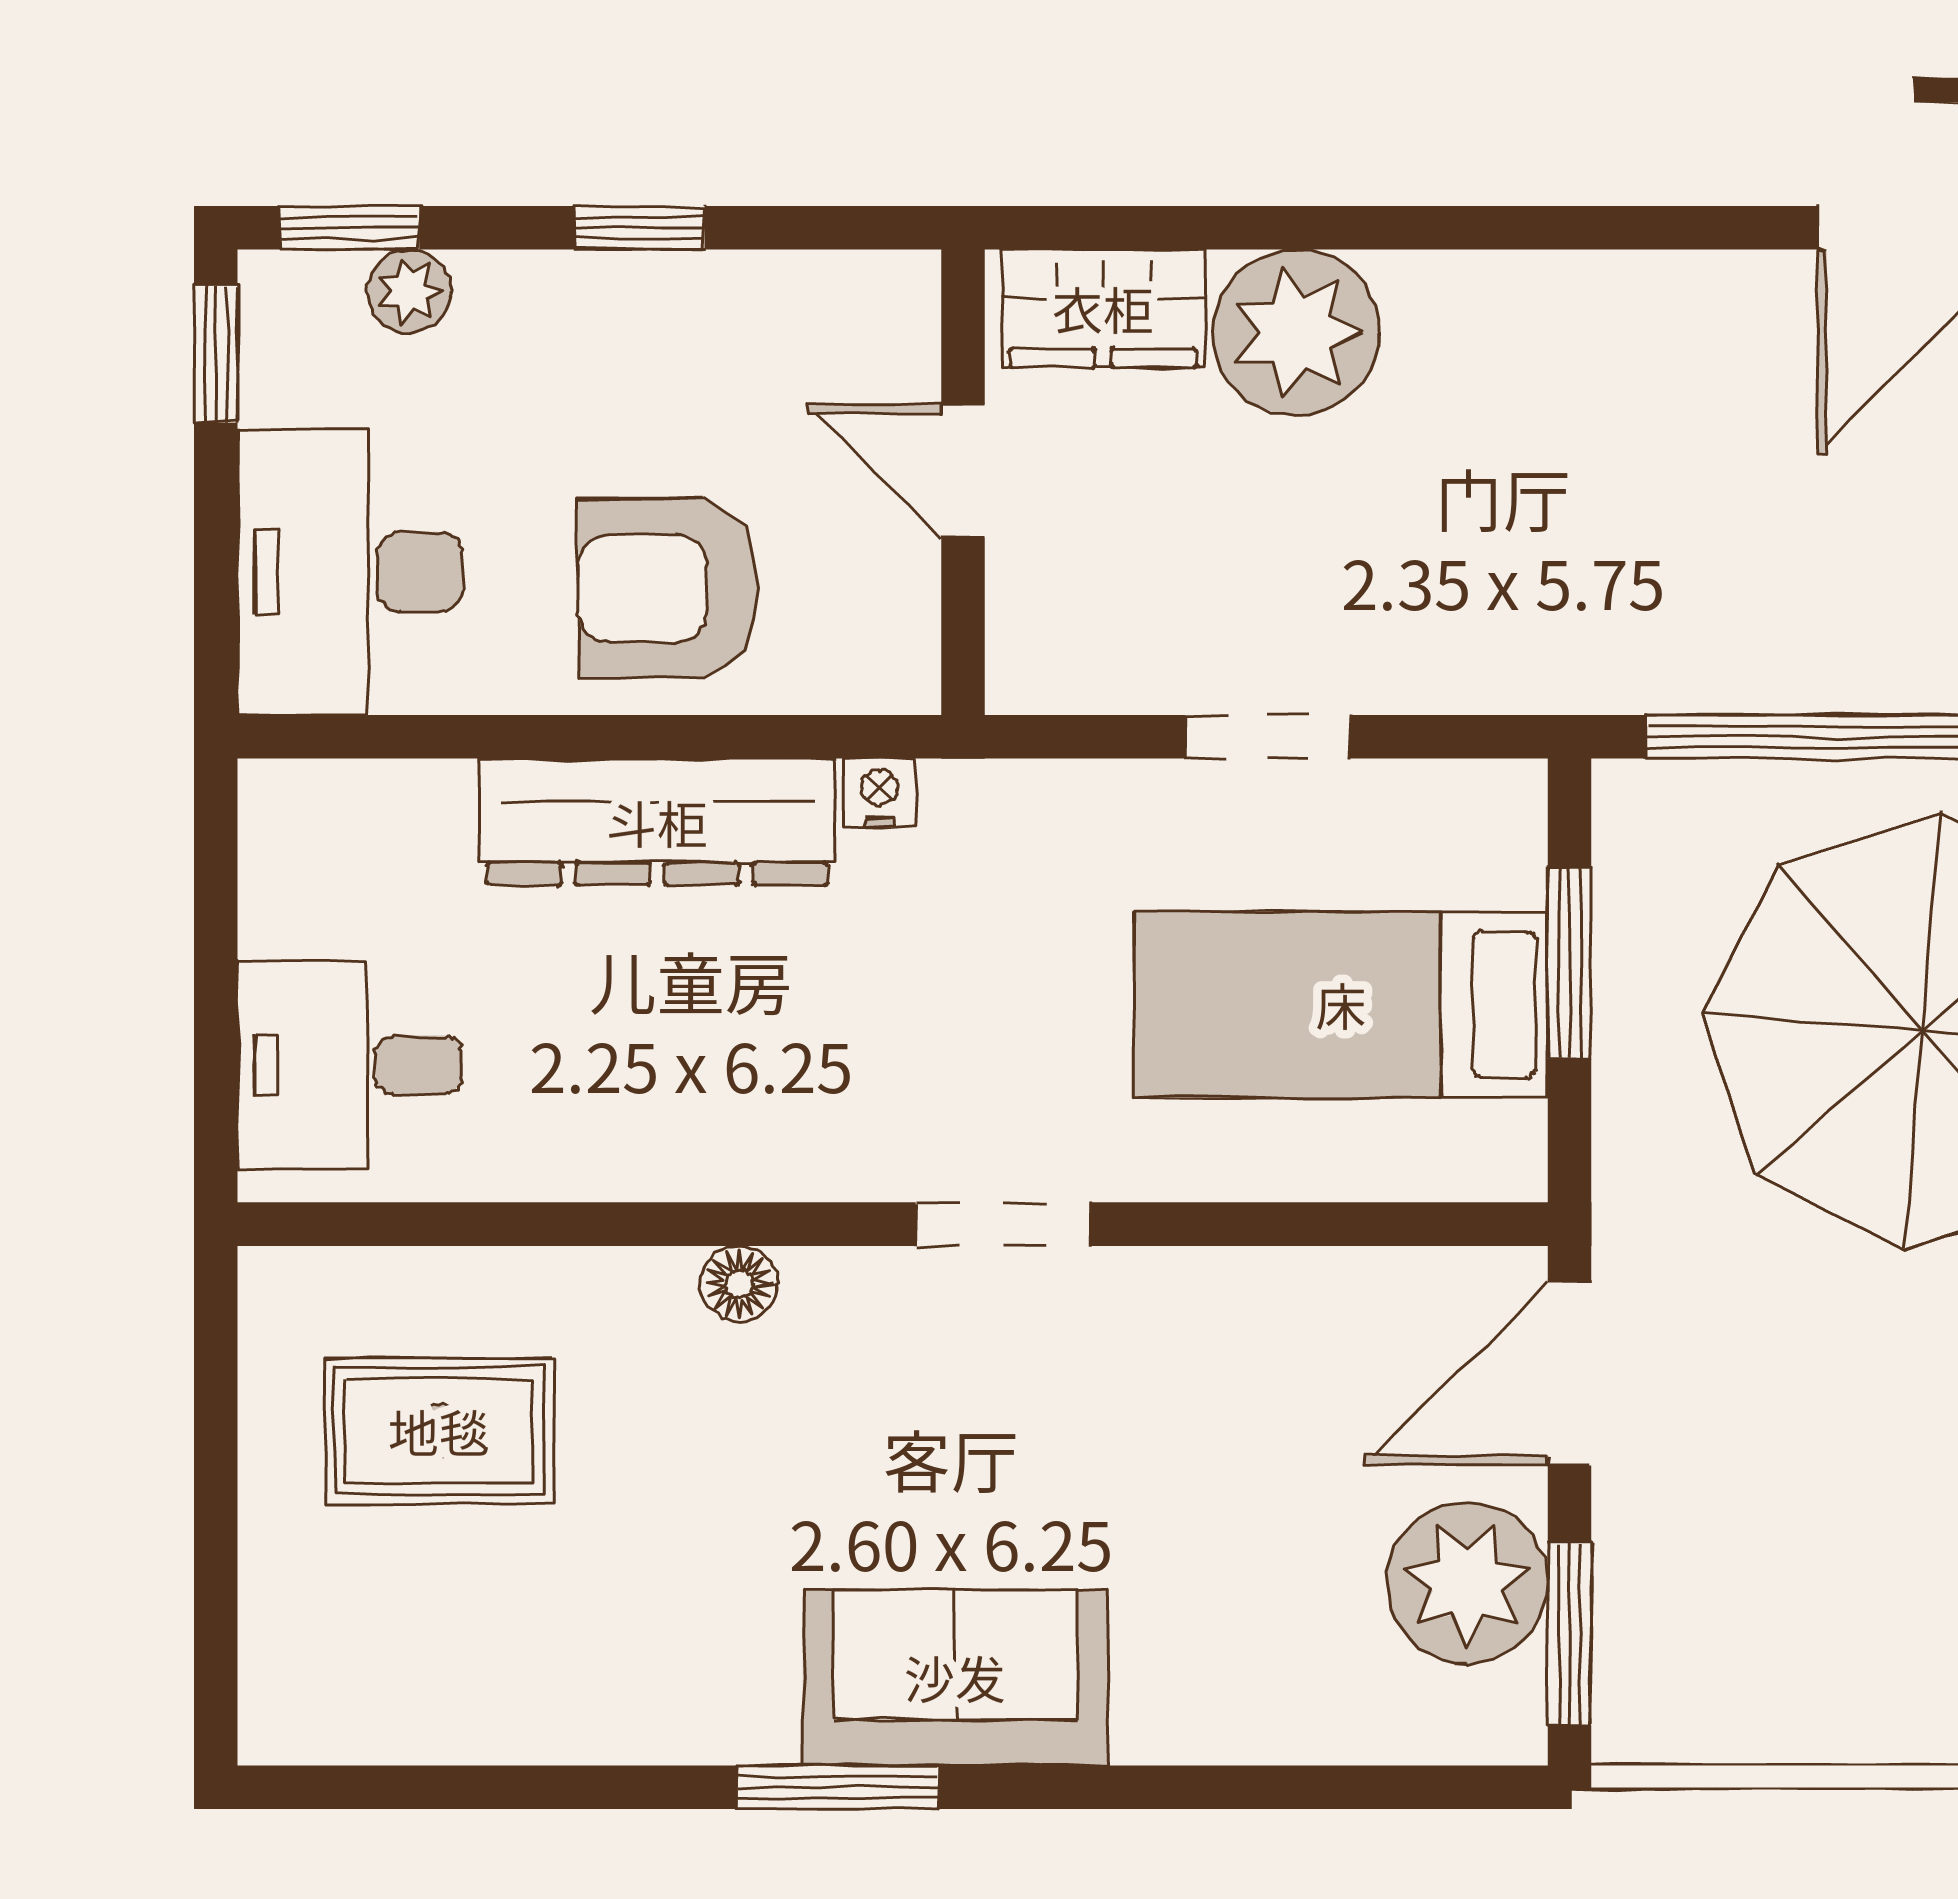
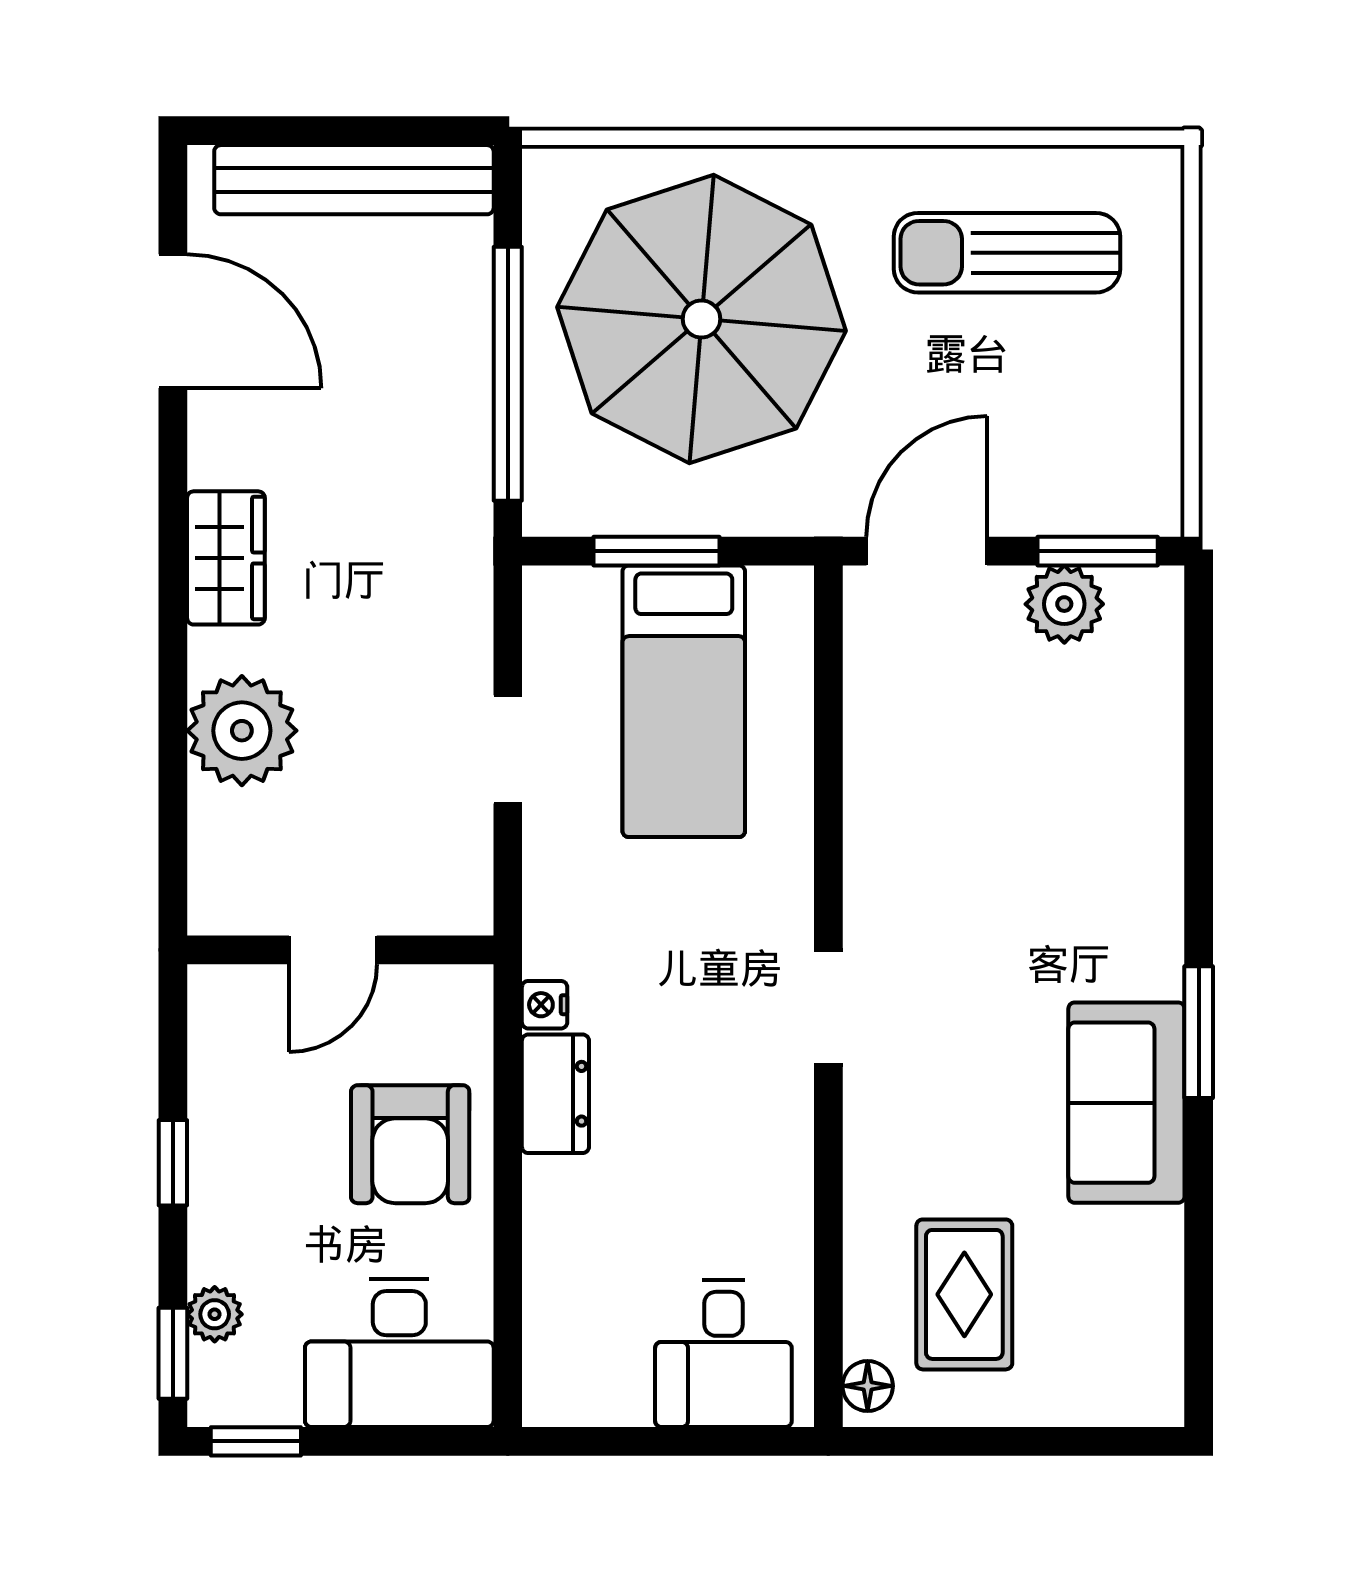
wardrobe: (1103, 308) -> (226, 558), moved
dresser: (657, 822) -> (555, 1094), width x0.51, depth x0.80
doorway: (1003, 1224) -> (828, 1007), moved
floor lamp: (739, 1284) -> (868, 1386), moved
door: (1569, 1374) -> (927, 551), swing flipped
plant: (1467, 1583) -> (1064, 604), width x0.73, depth x0.73
sofa: (955, 1677) -> (1126, 1103), moved

